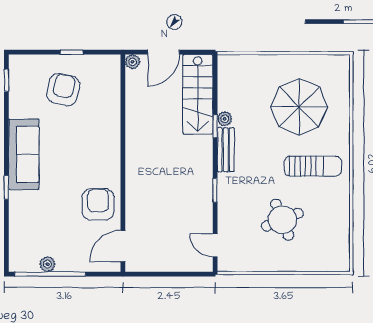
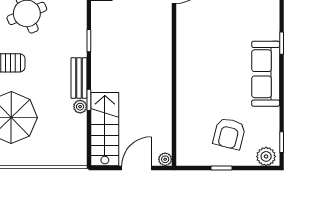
plant: (23, 65) -> (266, 156), added
armchair: (98, 204) -> (197, 28), removed

